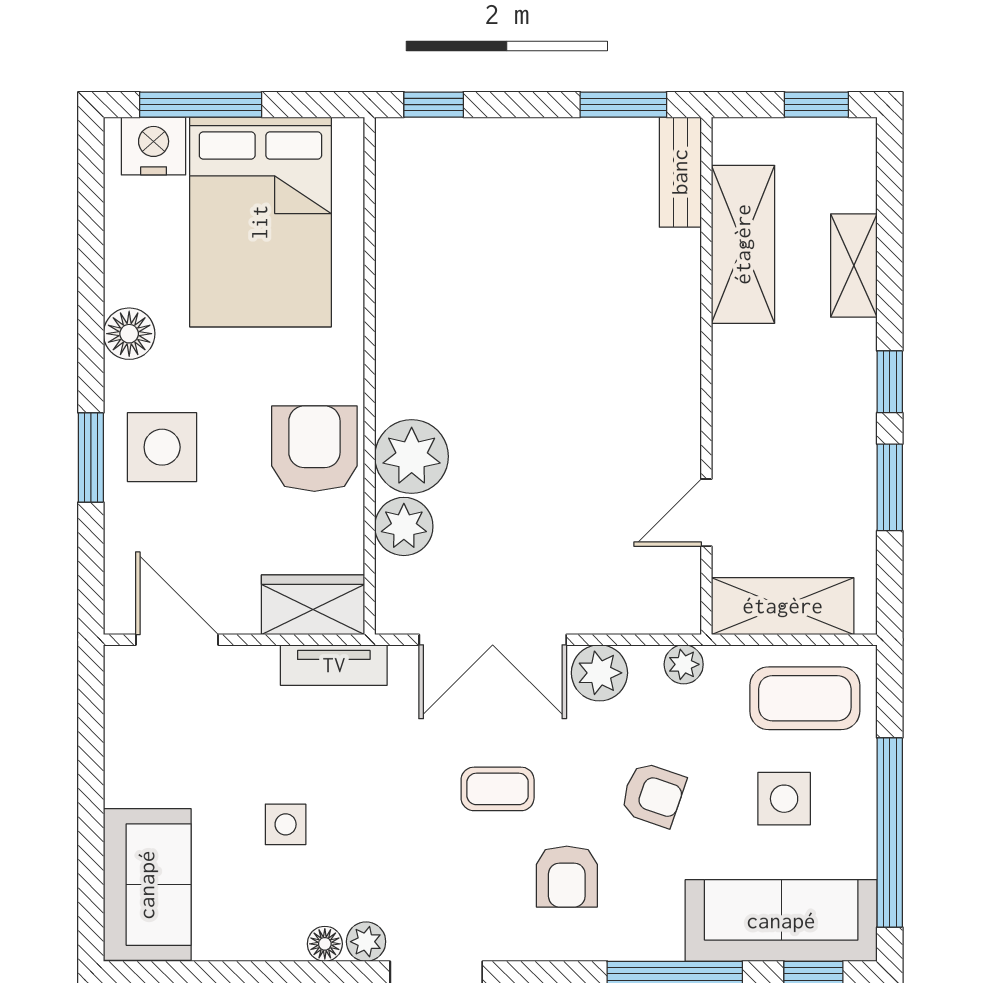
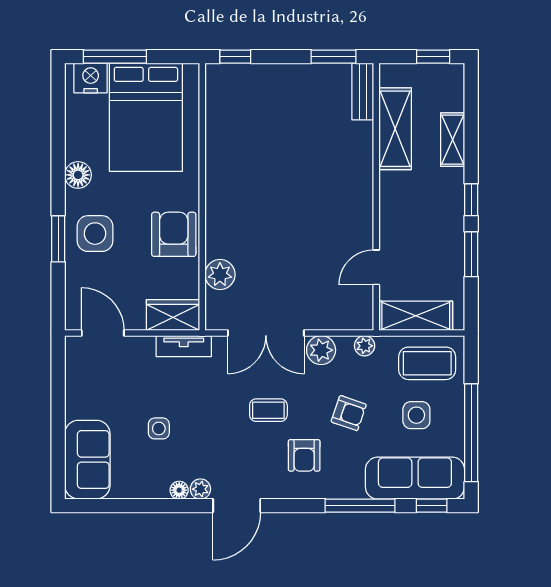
plant: (412, 456) -> (224, 238), removed

